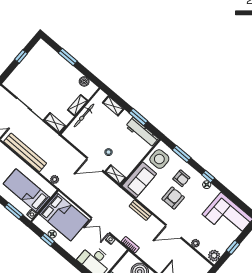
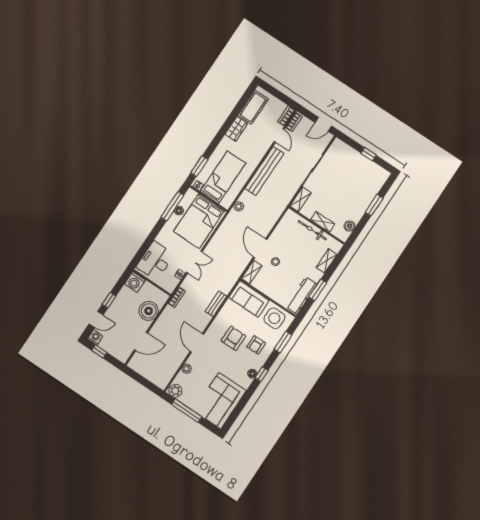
armchair: (173, 198) -> (233, 338), turned -90
double door: (100, 225) -> (194, 262), swing flipped
window: (48, 240) -> (172, 206), width x2.17
window: (233, 247) -> (187, 411), width x2.17

